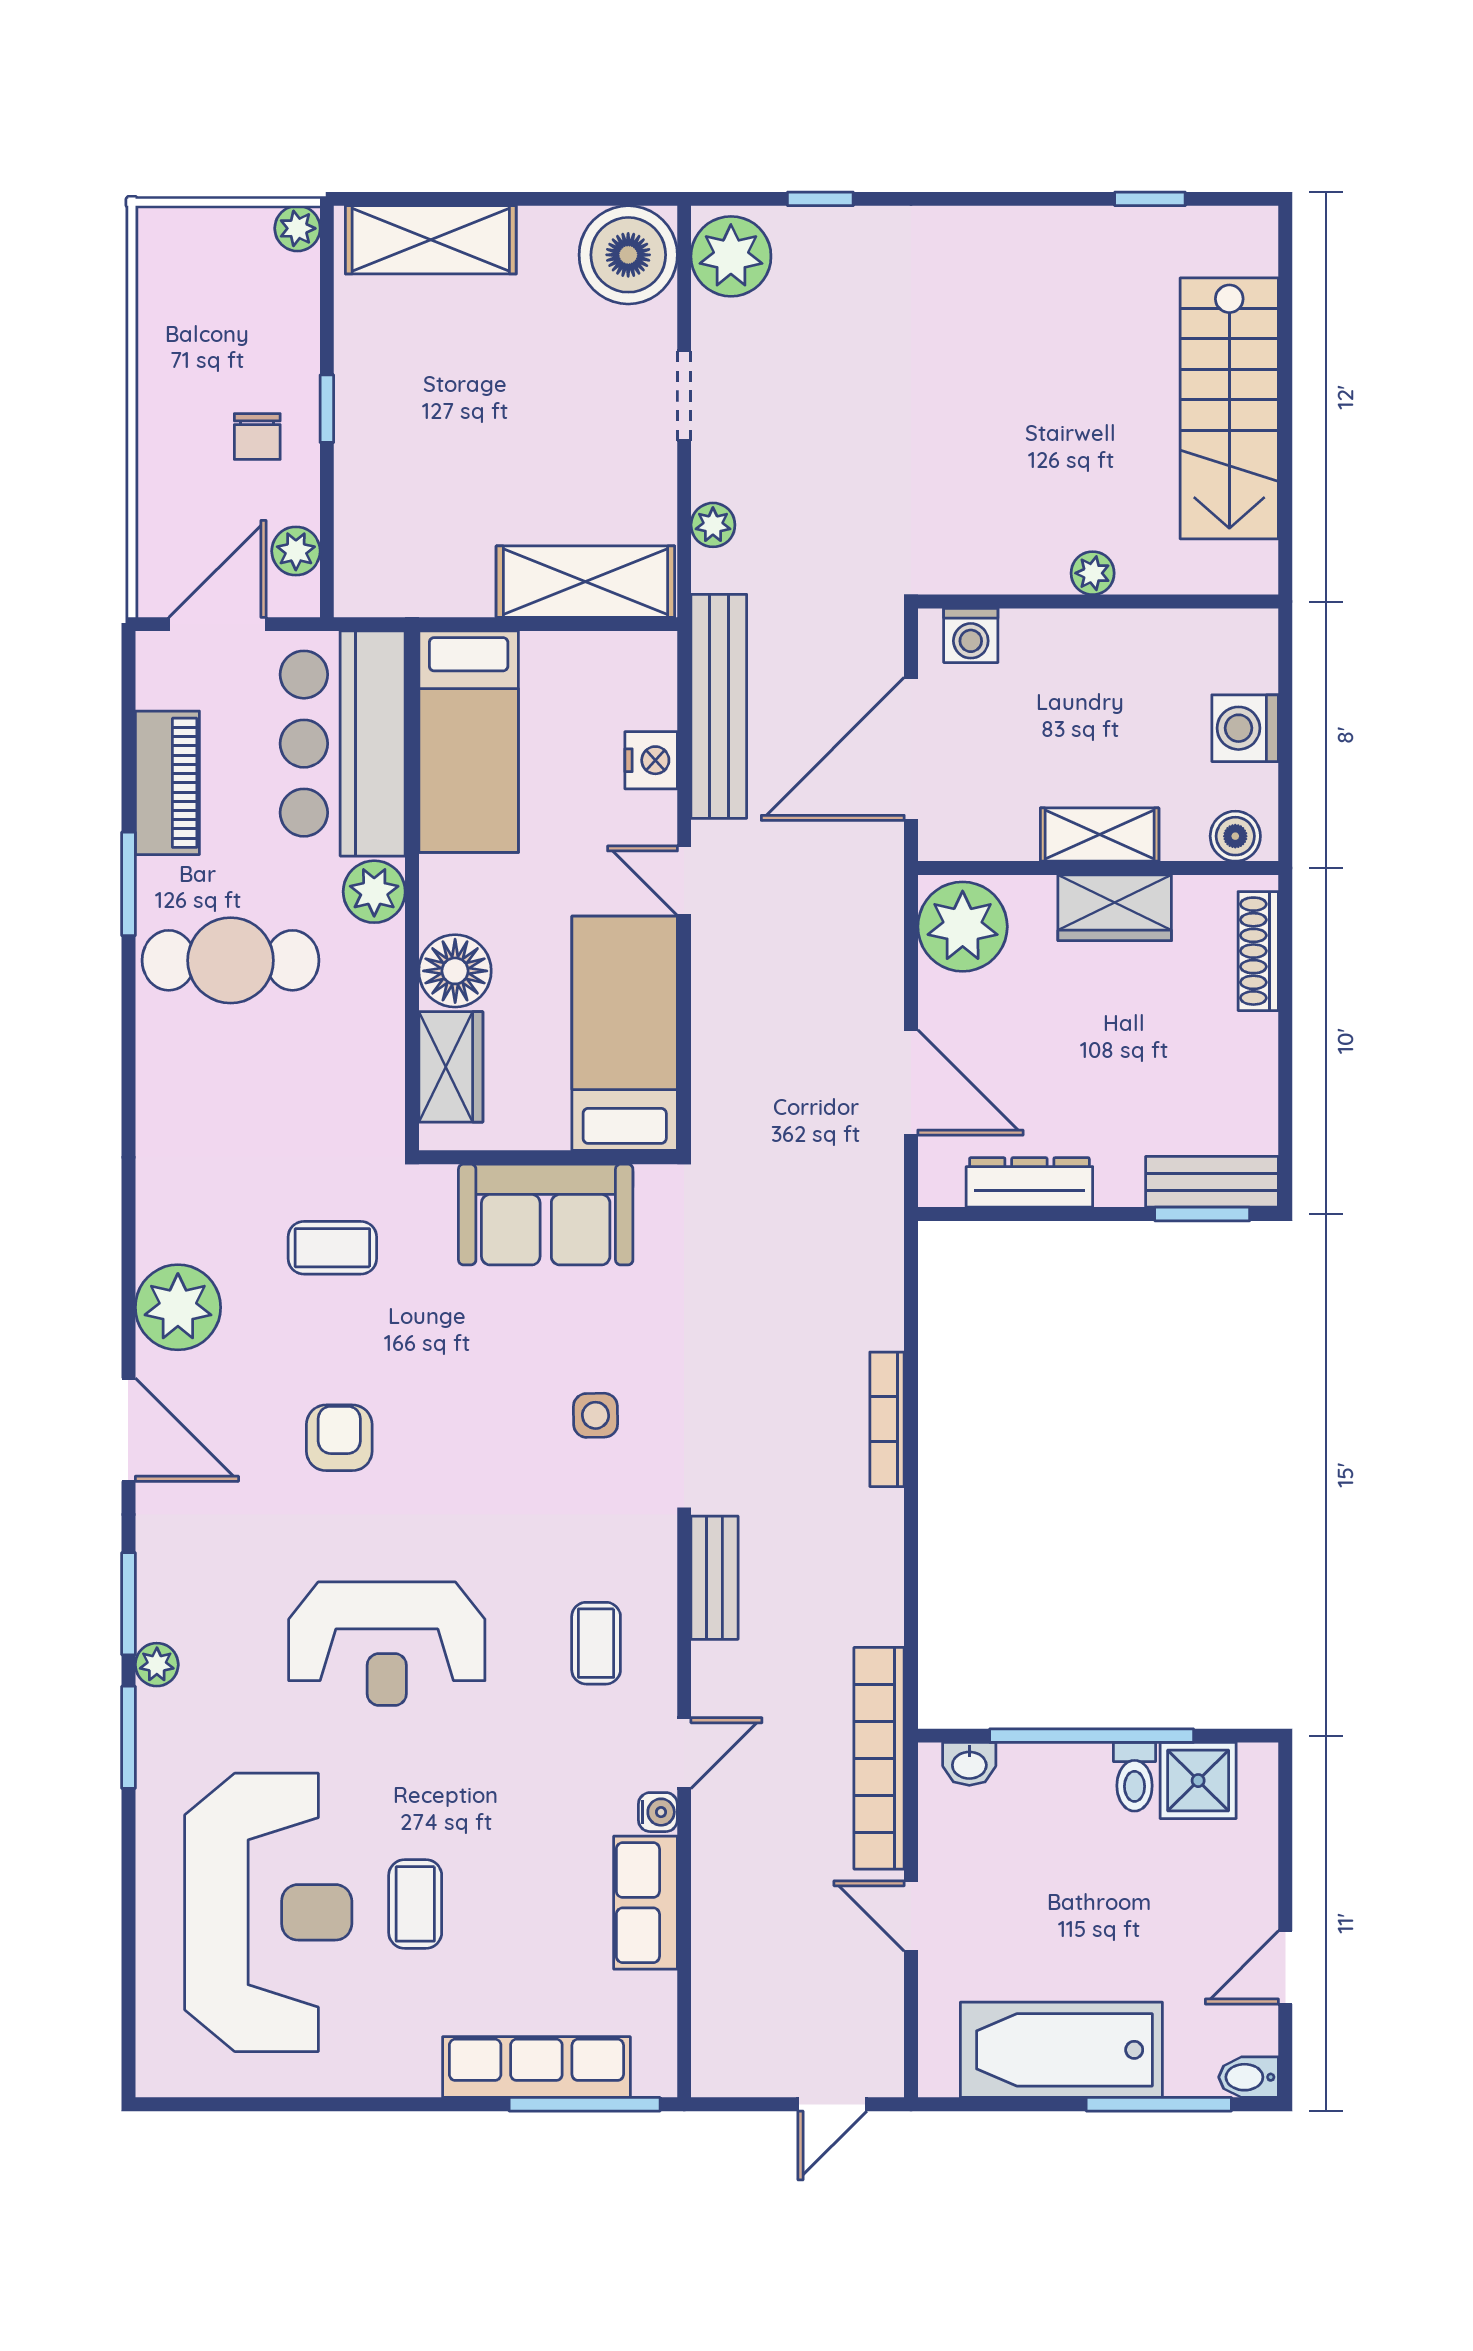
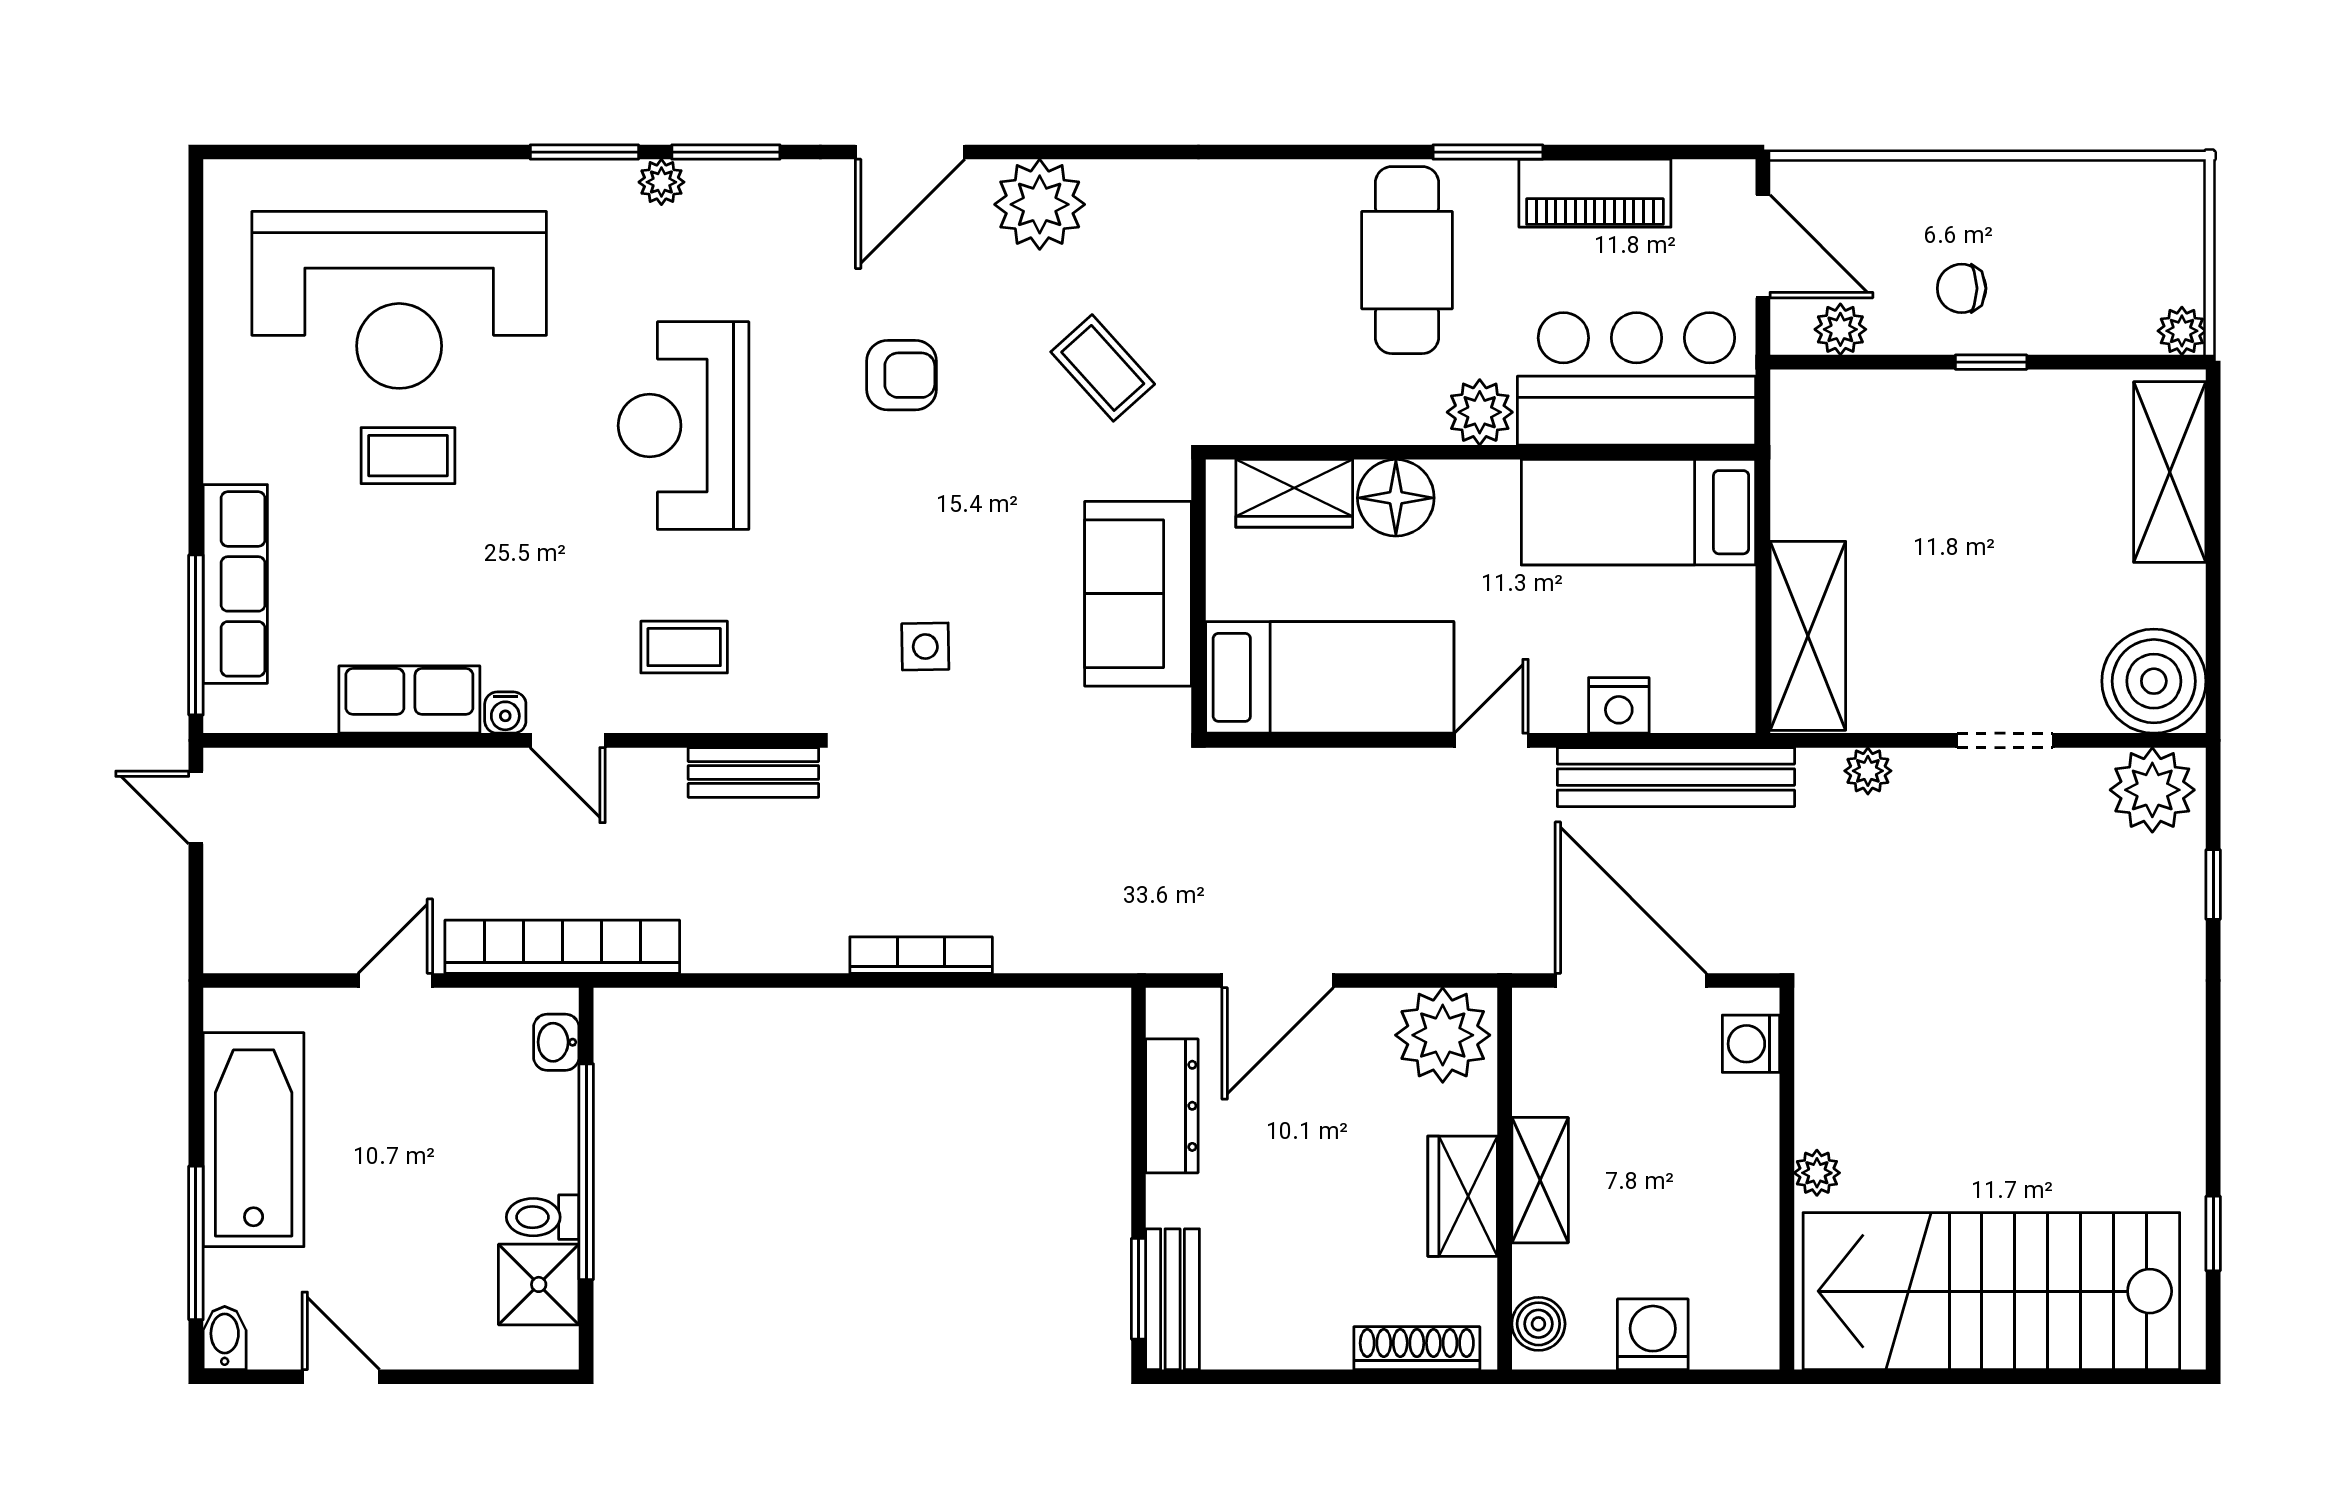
stairs: (1229, 408) -> (1991, 1291), width x1.36, depth x1.51
coffee table: (332, 1248) -> (1103, 368), turned -42
door: (832, 2104) -> (196, 807), moved

